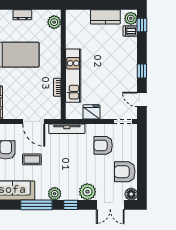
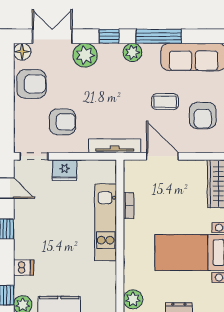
dishwasher: (130, 31) -> (24, 268), moved
fridge: (91, 112) -> (65, 170), moved

